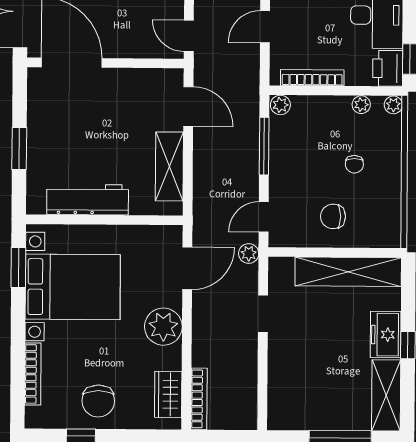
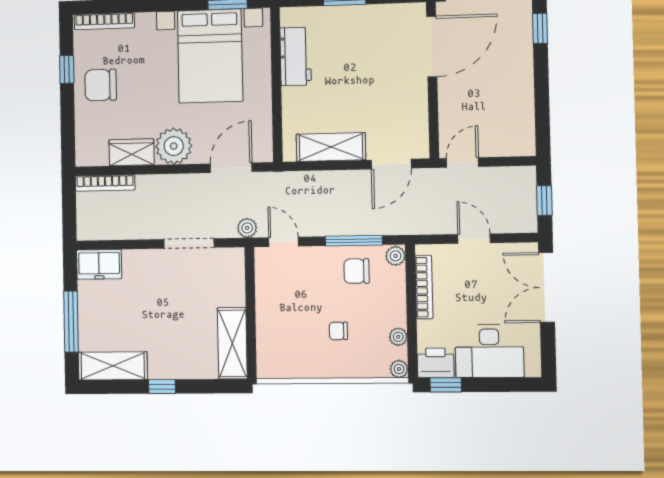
workbench: (88, 200) -> (296, 56), width x0.73
chair: (333, 216) -> (357, 271), moved, turned -90
door: (187, 268) -> (231, 168), swing flipped
shelving: (348, 272) -> (232, 343), width x0.68
doorway: (263, 314) -> (189, 243), width x1.38
freezer: (386, 335) -> (99, 264), moved, turned 180
bookcase: (33, 374) -> (104, 21), moved
wardrobe: (168, 394) -> (132, 152), moved

